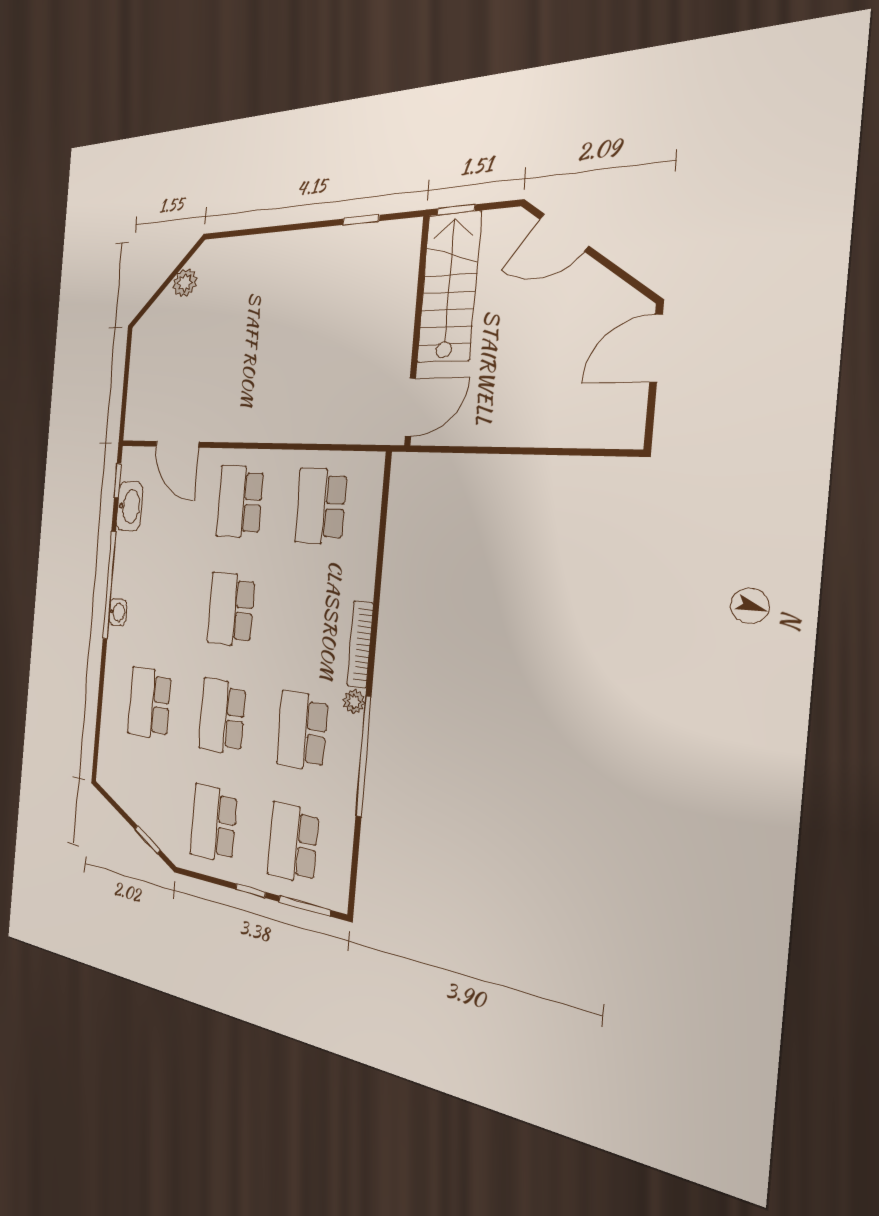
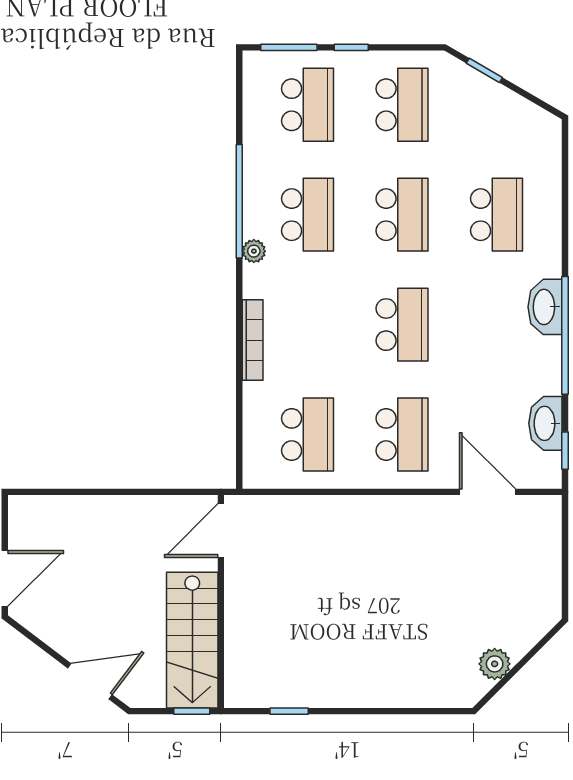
washbasin: (118, 612) -> (545, 307), width x1.91, depth x1.45
bookcase: (360, 644) -> (253, 340), moved

